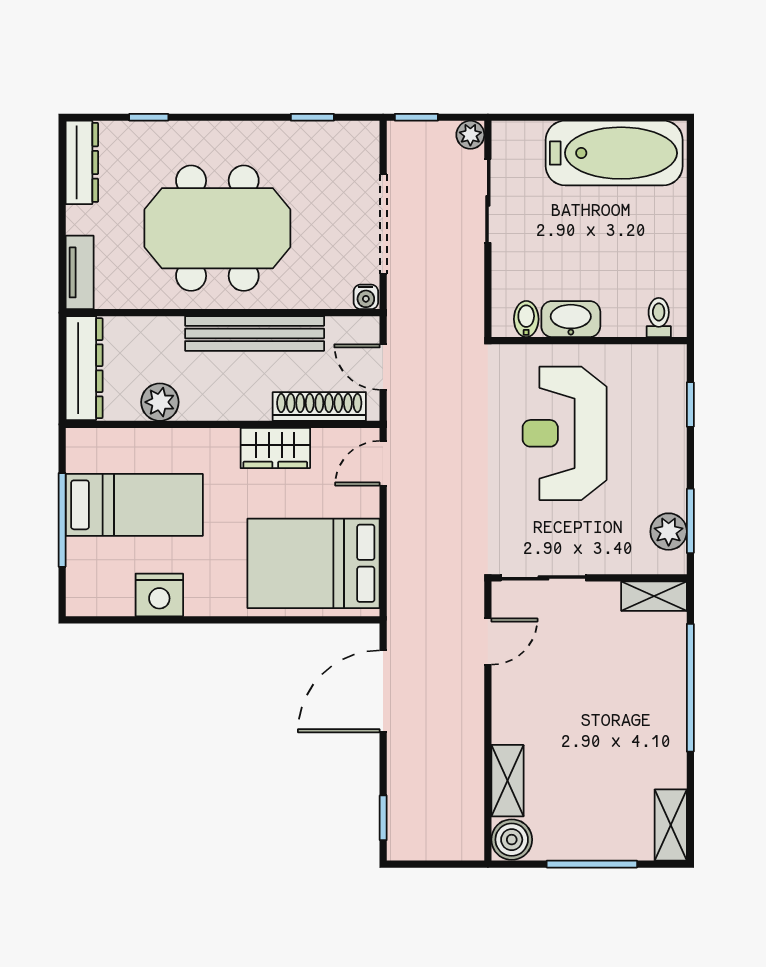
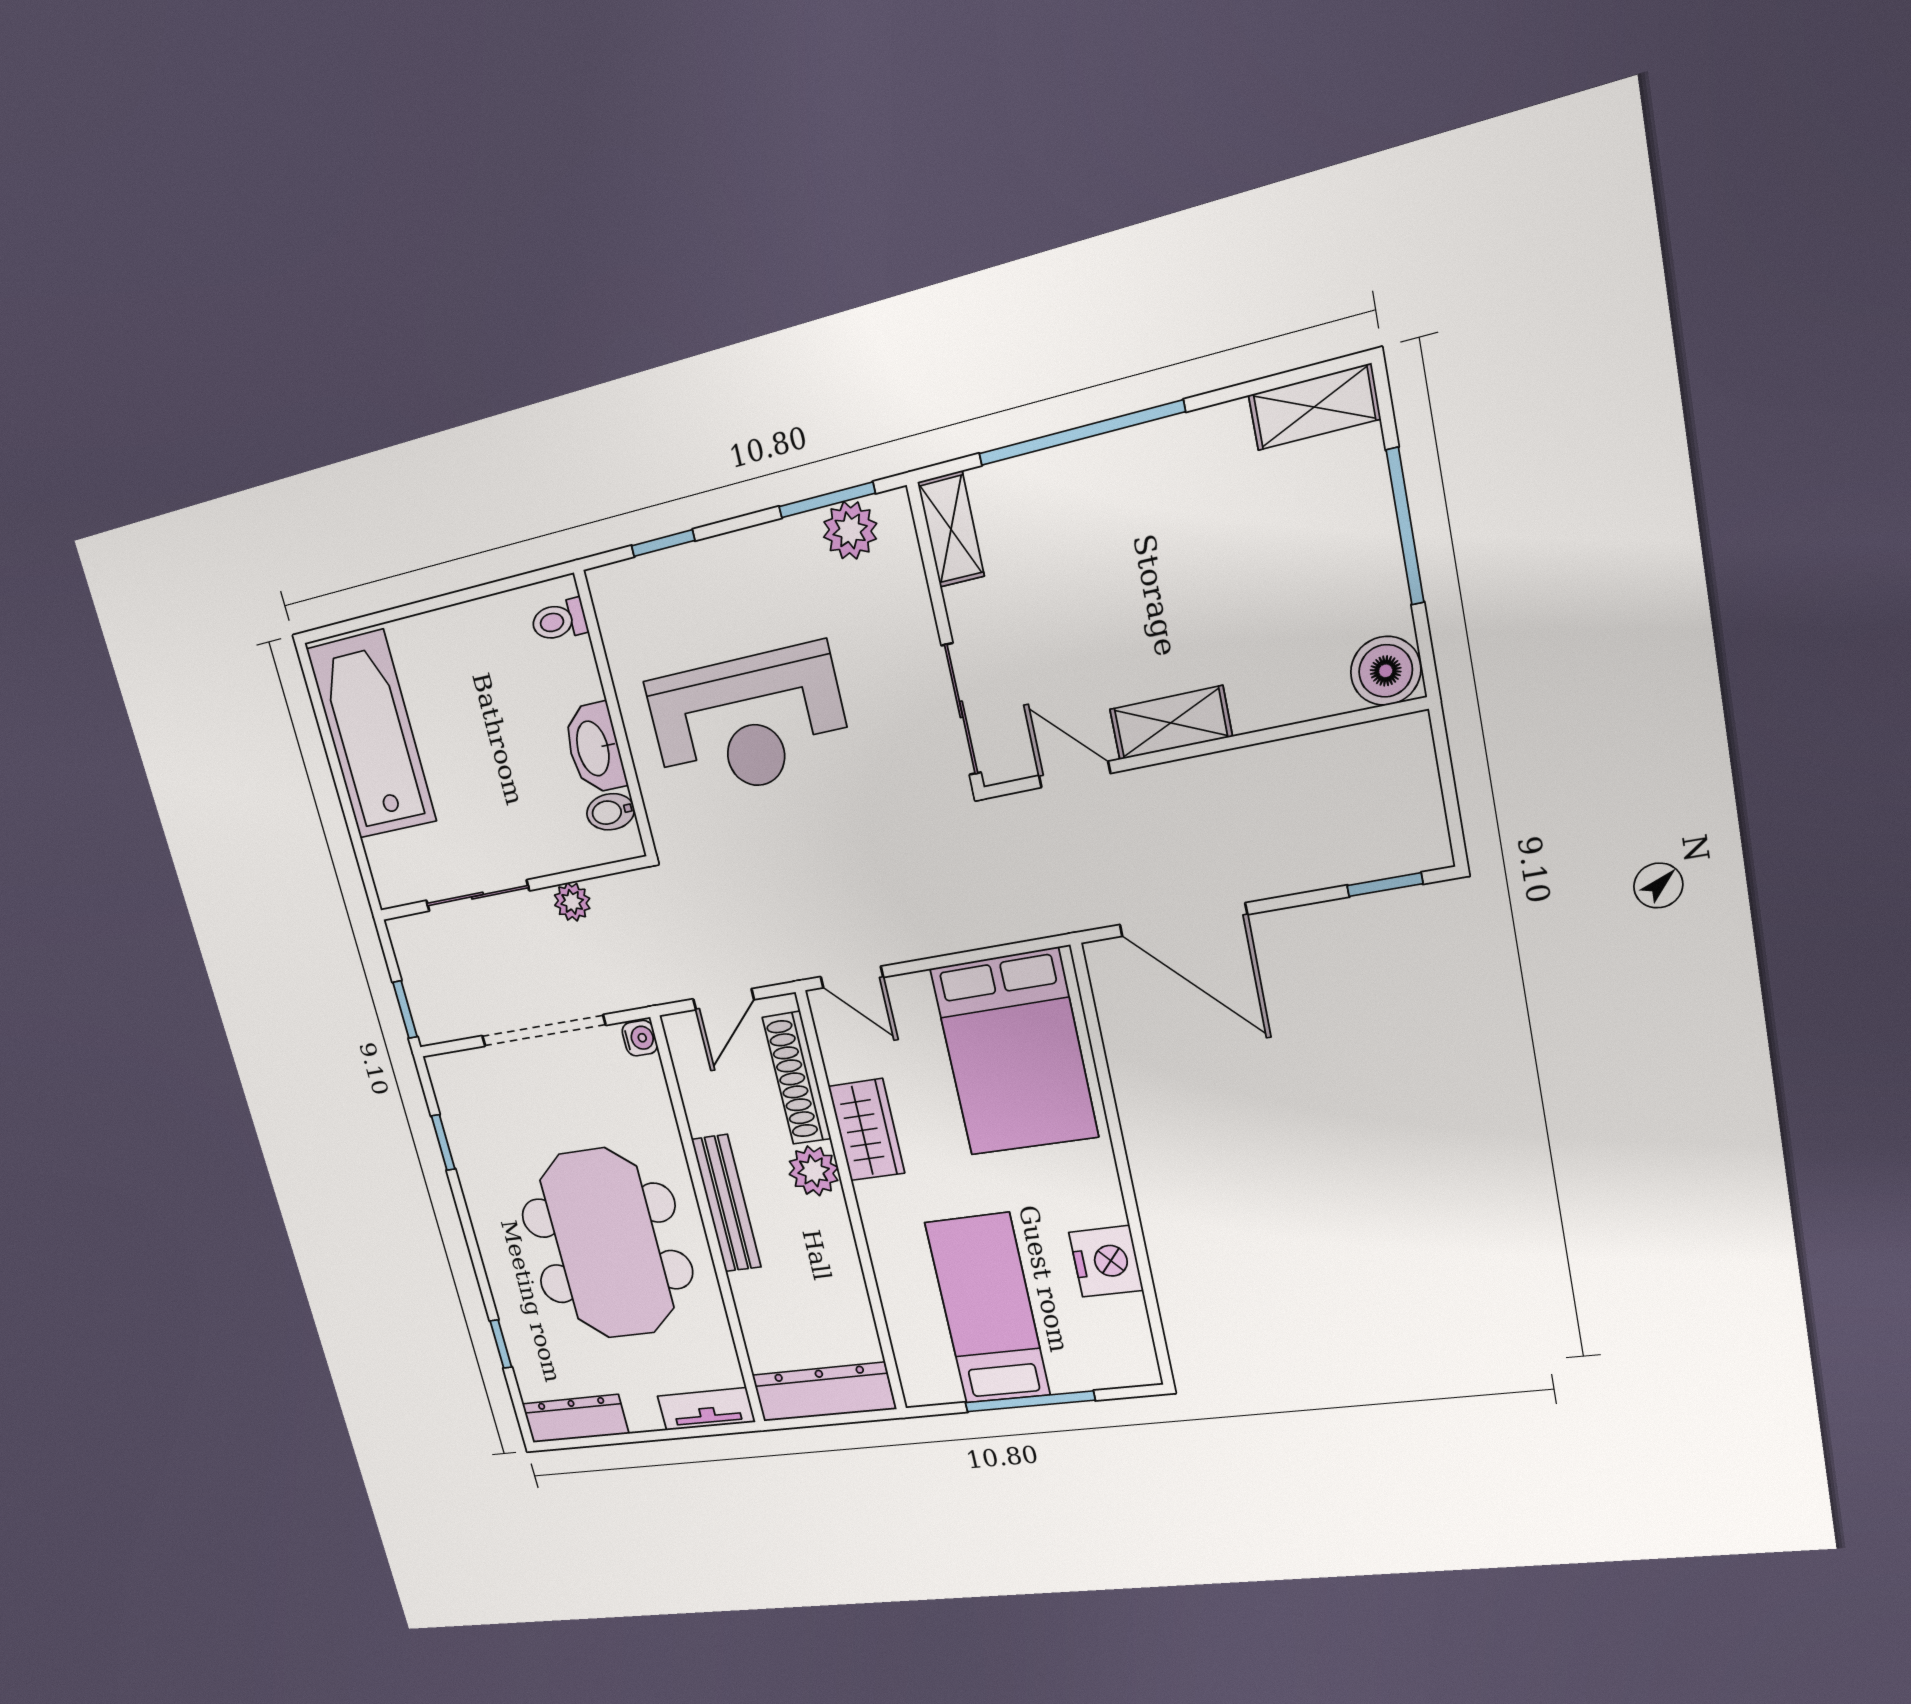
plant: (470, 135) -> (572, 902), moved
bench: (255, 333) -> (726, 1203), width x0.73, depth x0.82
plant: (160, 402) -> (814, 1171), moved
shelving: (507, 781) -> (1171, 723), moved

